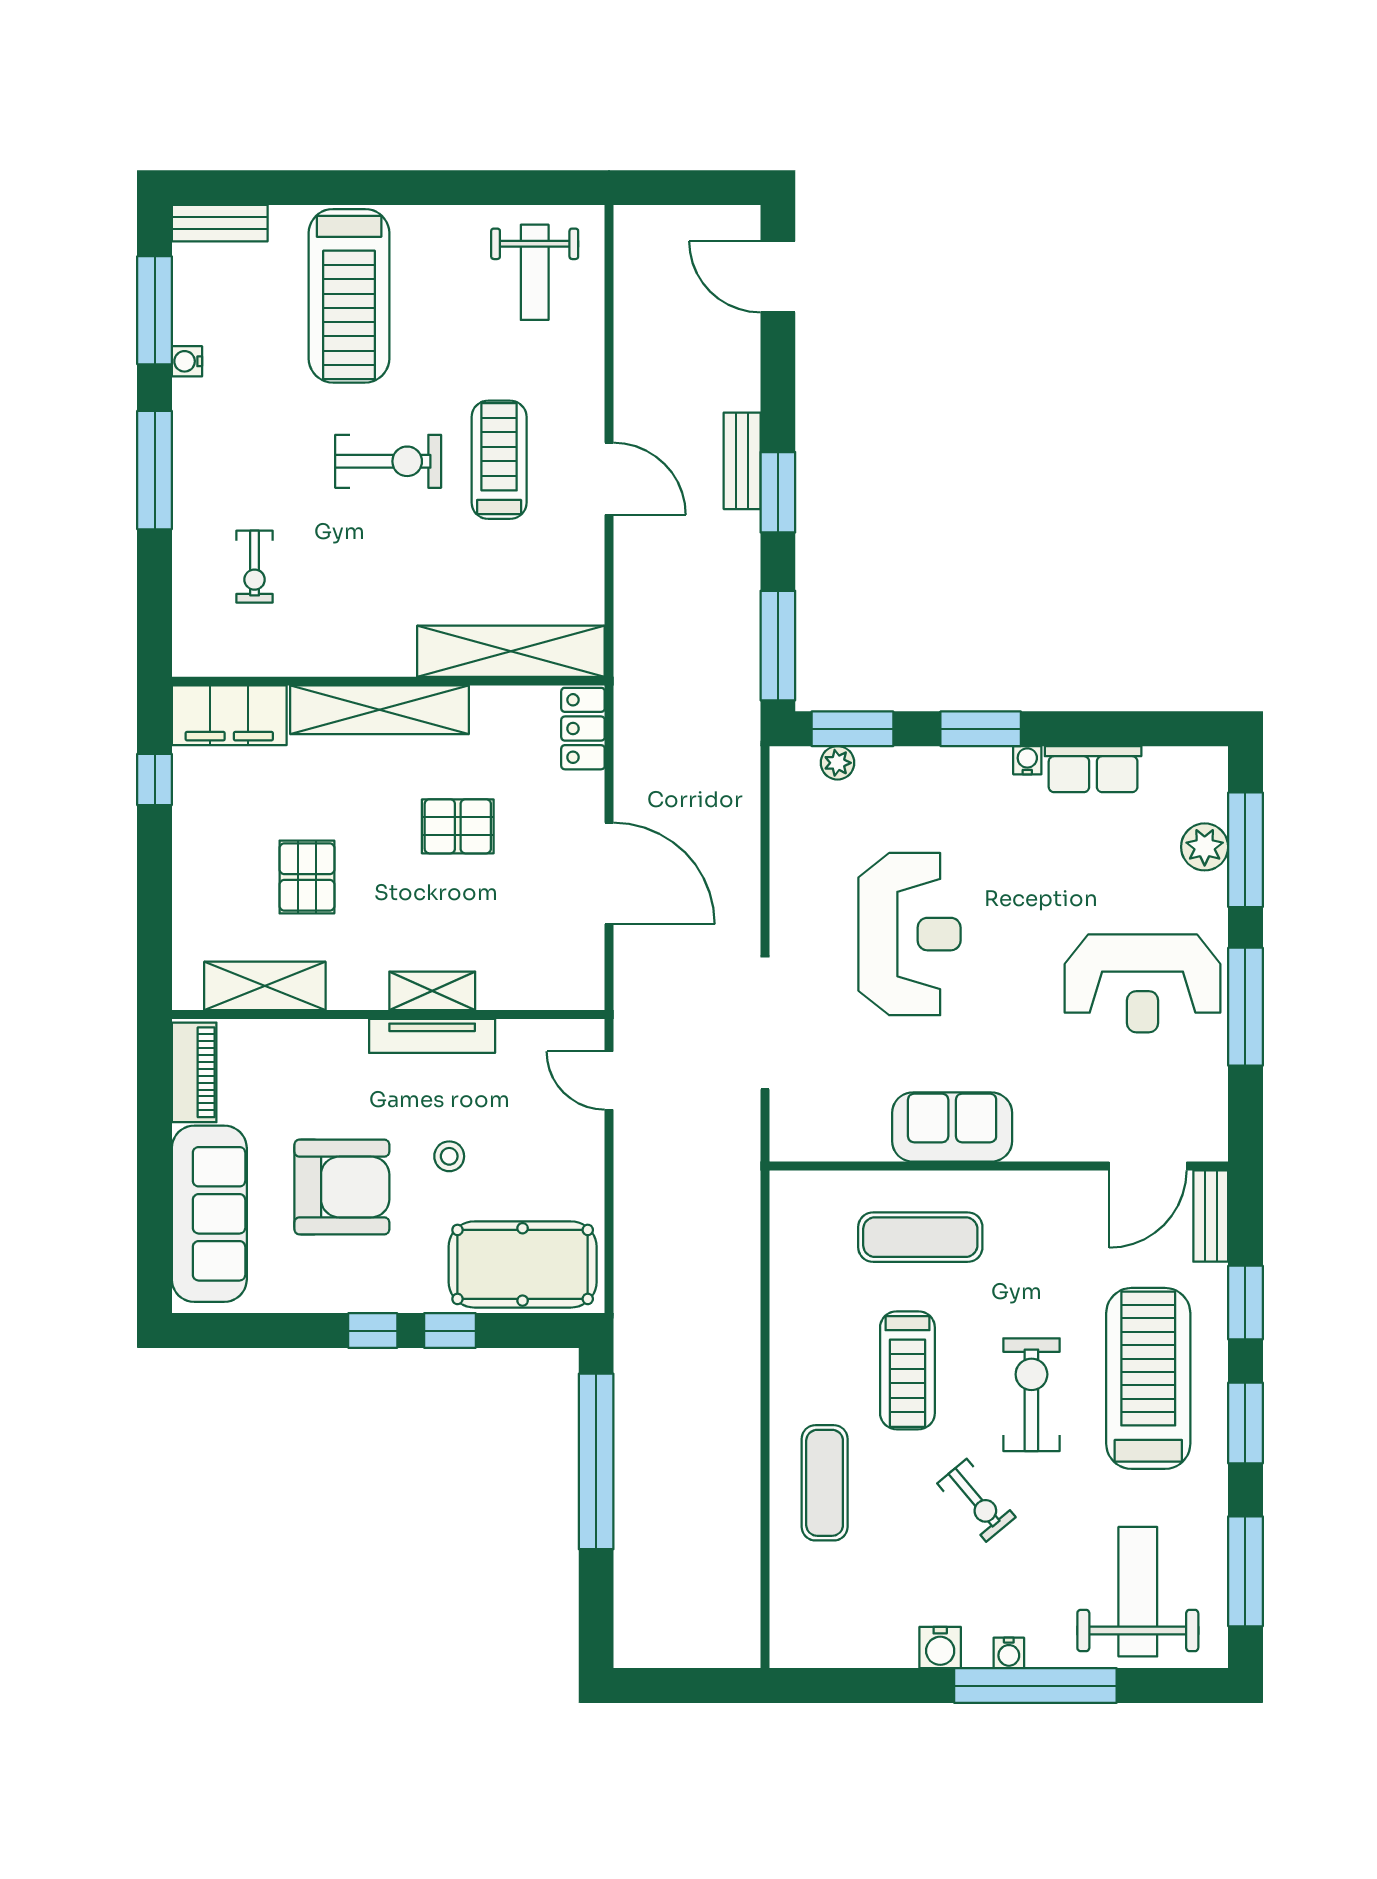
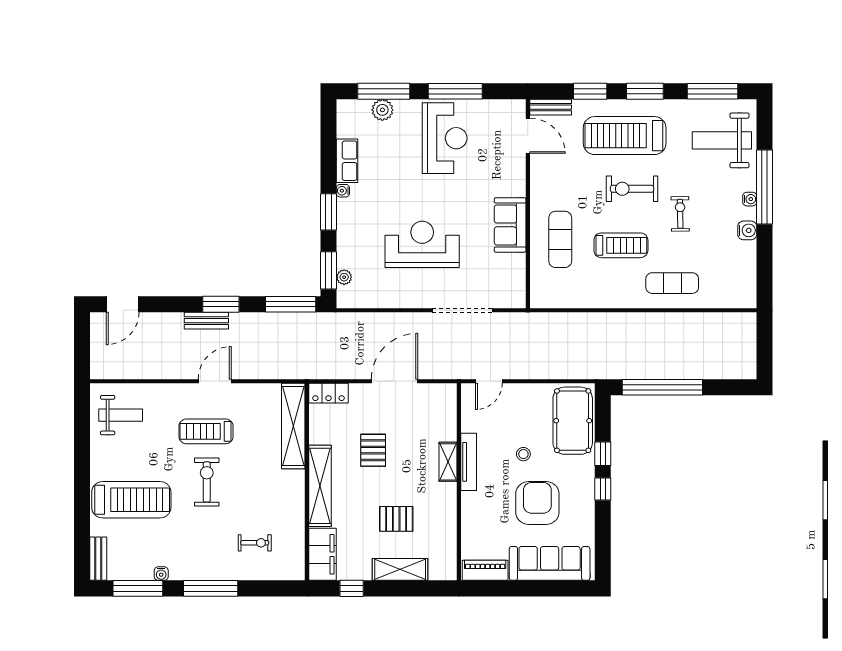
shelving: (265, 986) -> (400, 569), moved, turned 90
exercise bike: (976, 1500) -> (680, 214), turned -51

